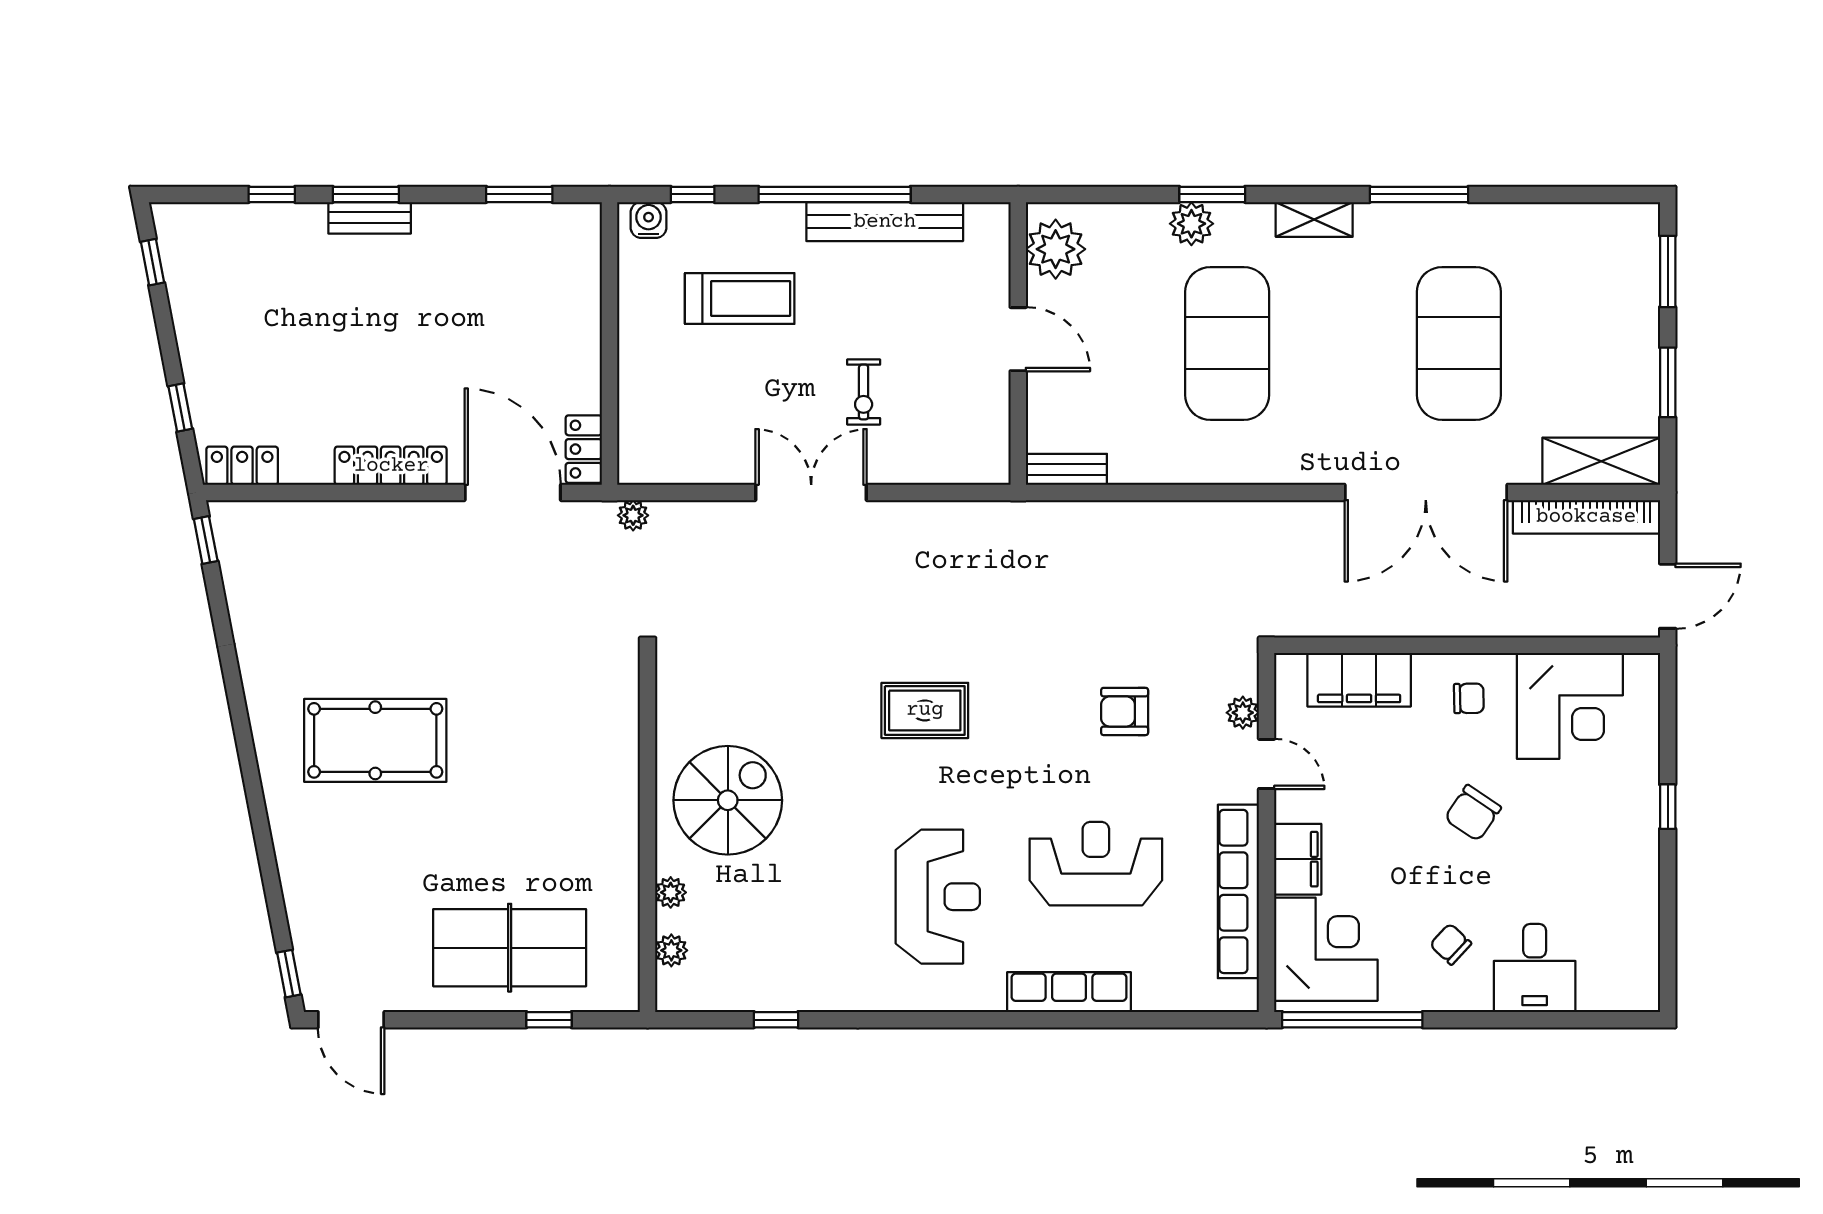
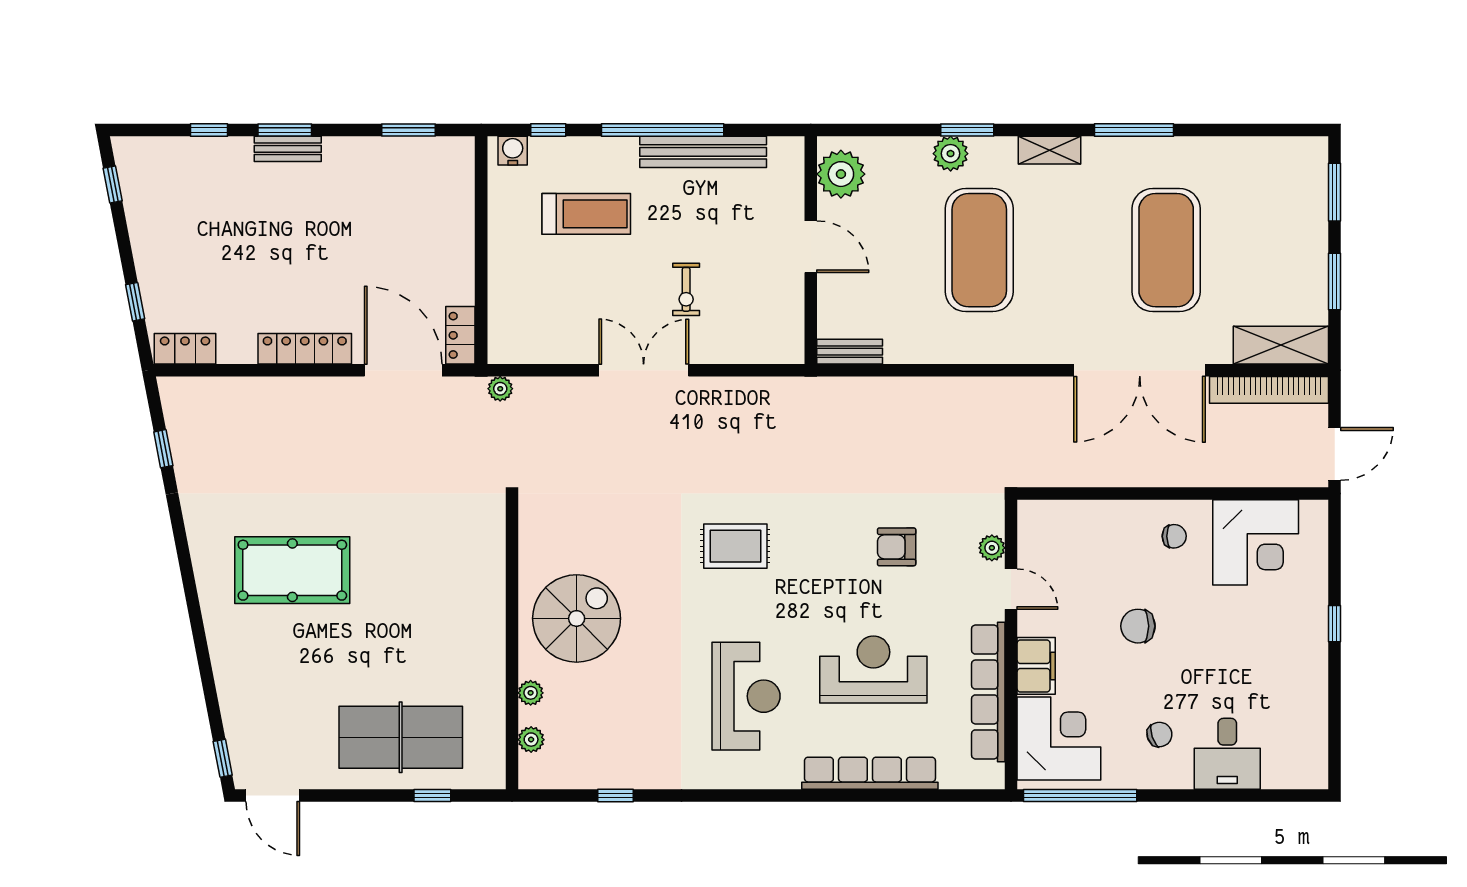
window: (206, 540) -> (163, 449), moved
filing cabinet: (1359, 680) -> (1086, 521), removed
chair: (1473, 813) -> (1138, 626), moved, turned 56
chair: (1451, 944) -> (1159, 734), turned 118
row of seats: (1069, 992) -> (870, 773), width x1.36

